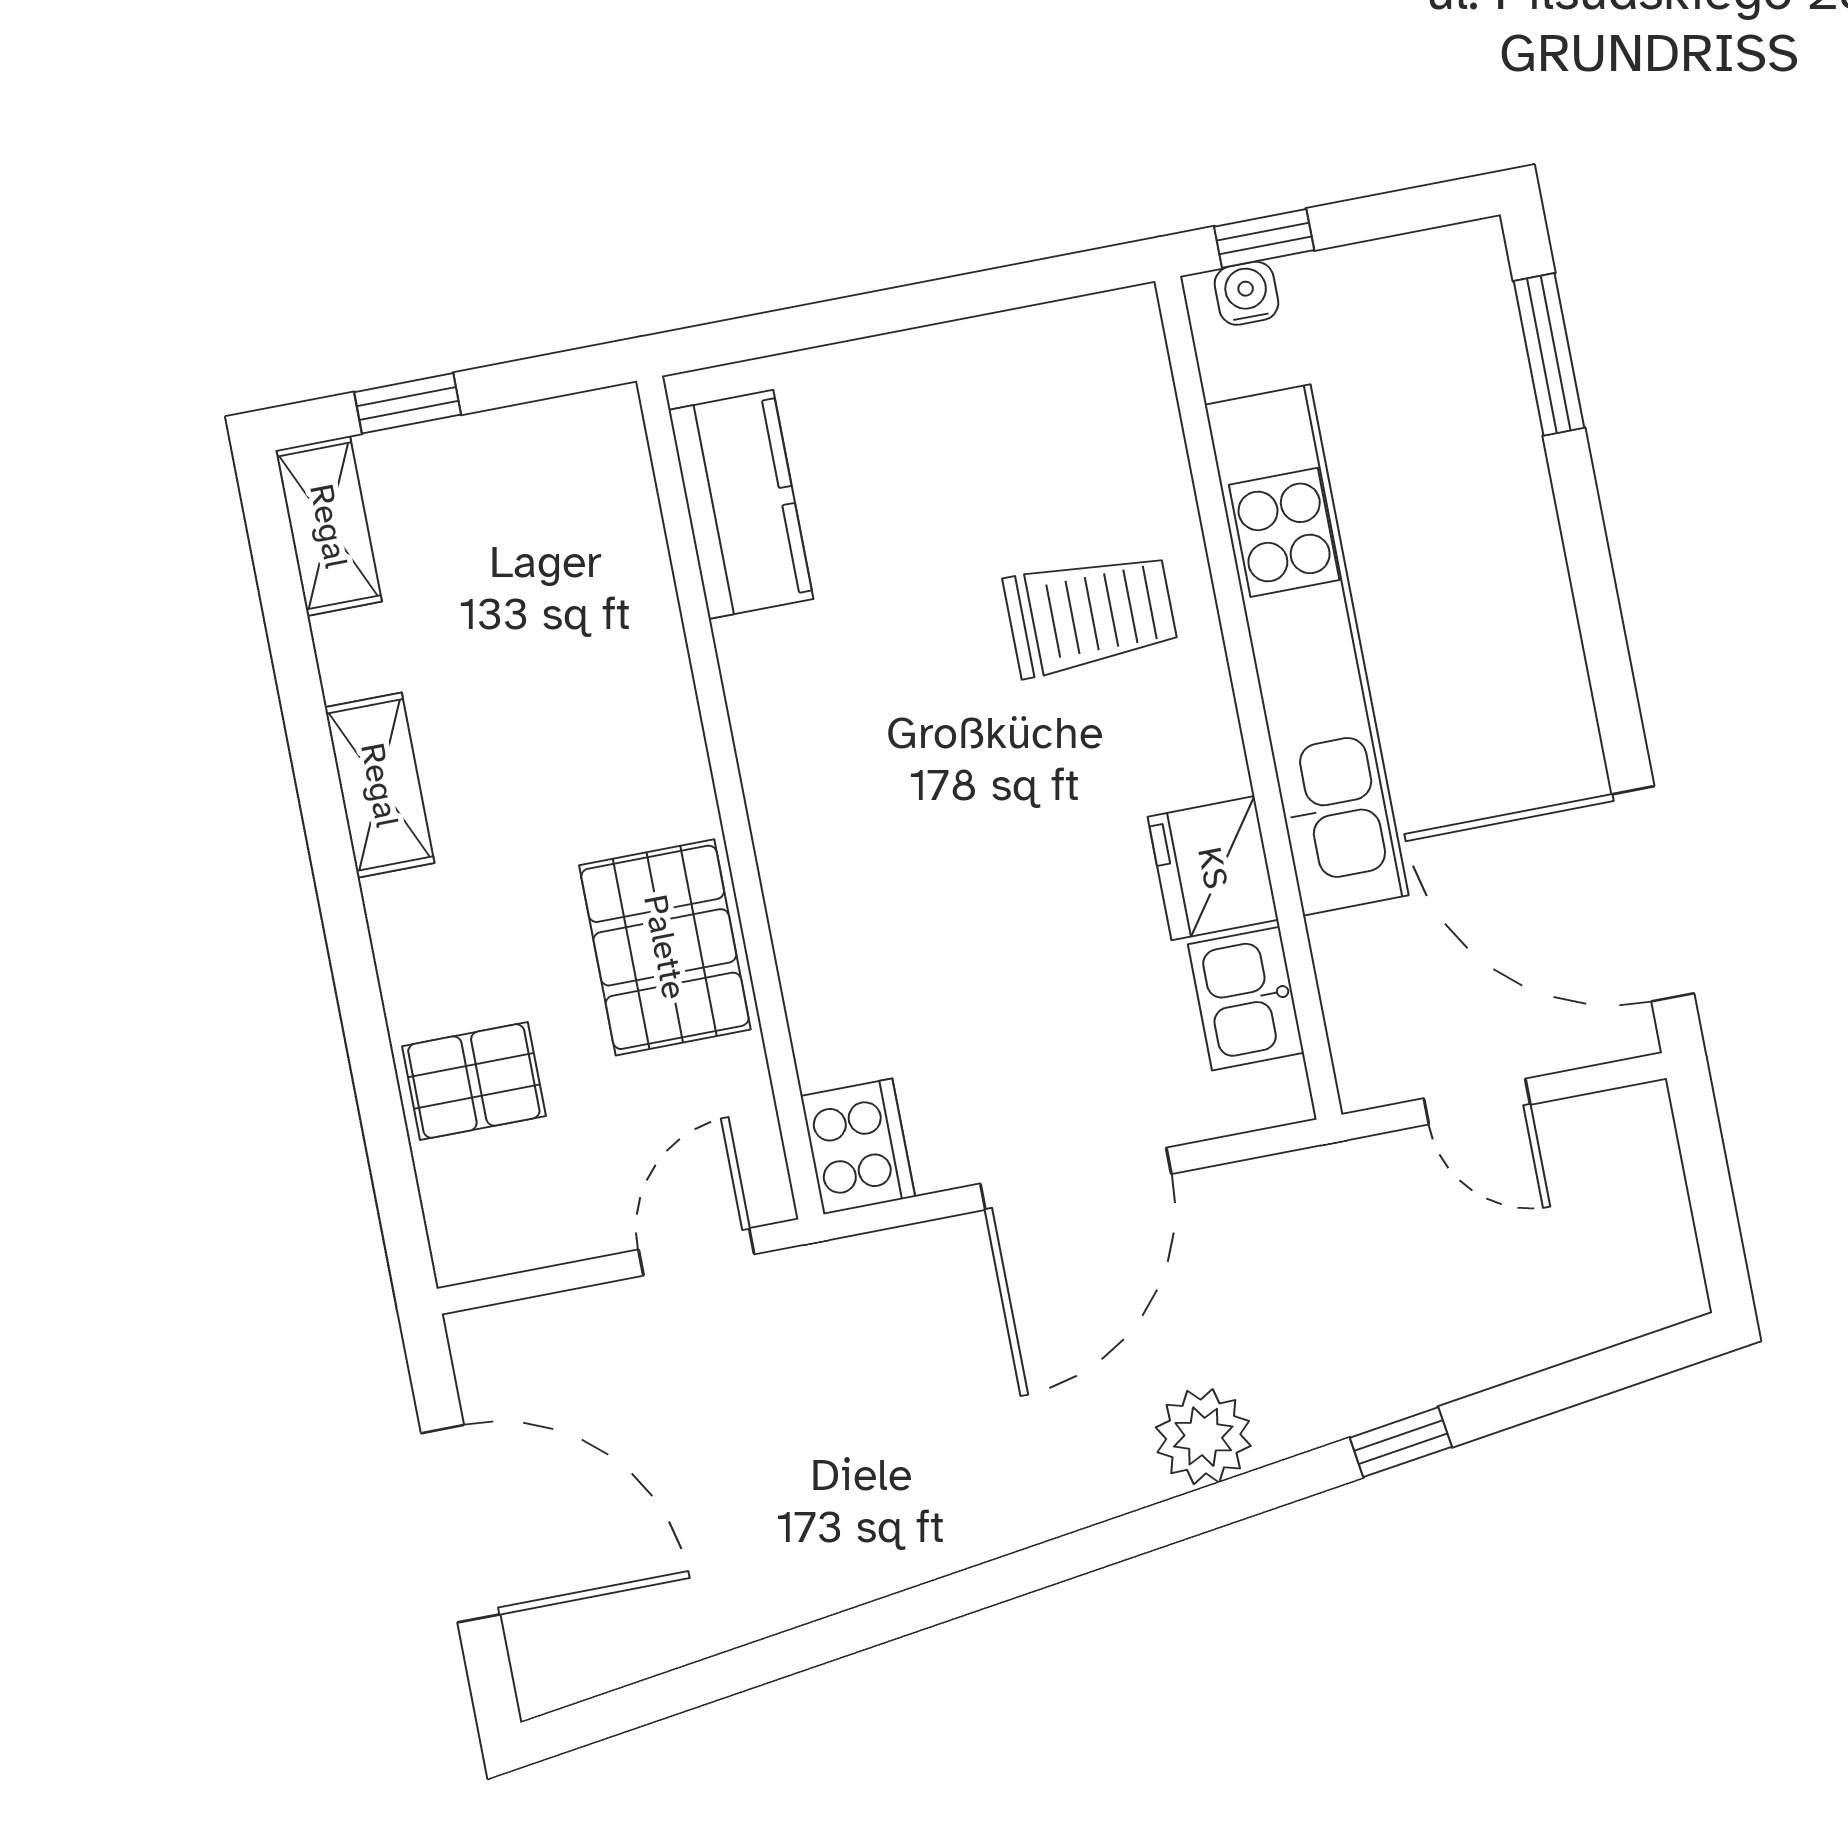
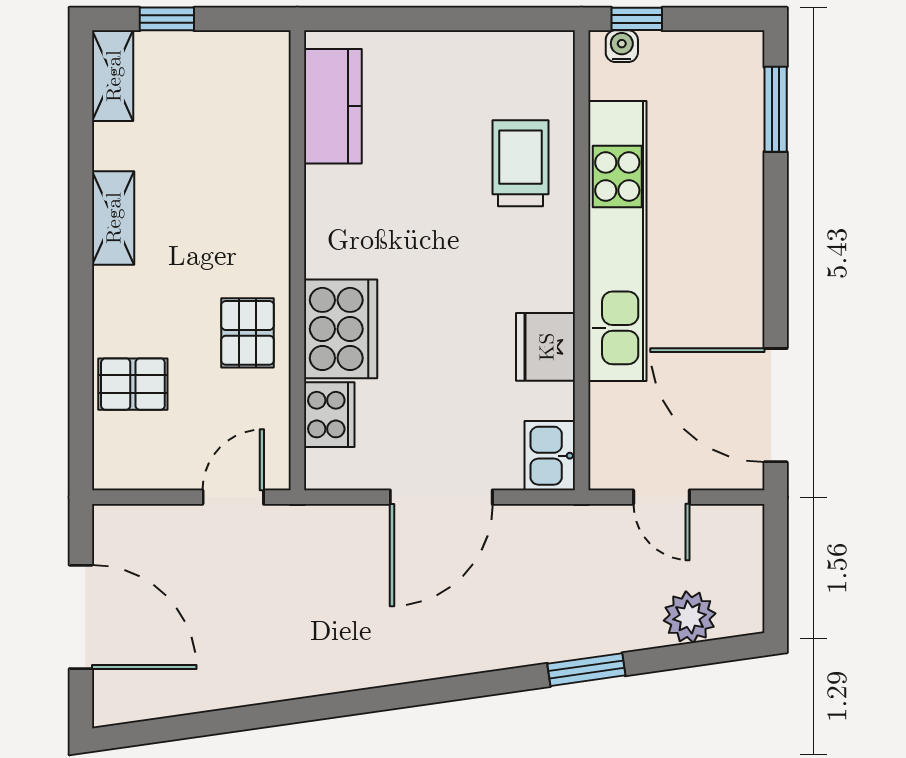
trolley: (1091, 614) -> (520, 163), moved, turned -90
cooker: (833, 908) -> (341, 329), added
pallet: (665, 947) -> (248, 333), width x0.67, depth x0.71
kitchen sink: (1246, 999) -> (550, 456), moved
cooker: (858, 1146) -> (329, 415), moved
plant: (1203, 1437) -> (690, 617), moved
window: (1401, 1442) -> (586, 670), width x1.50

